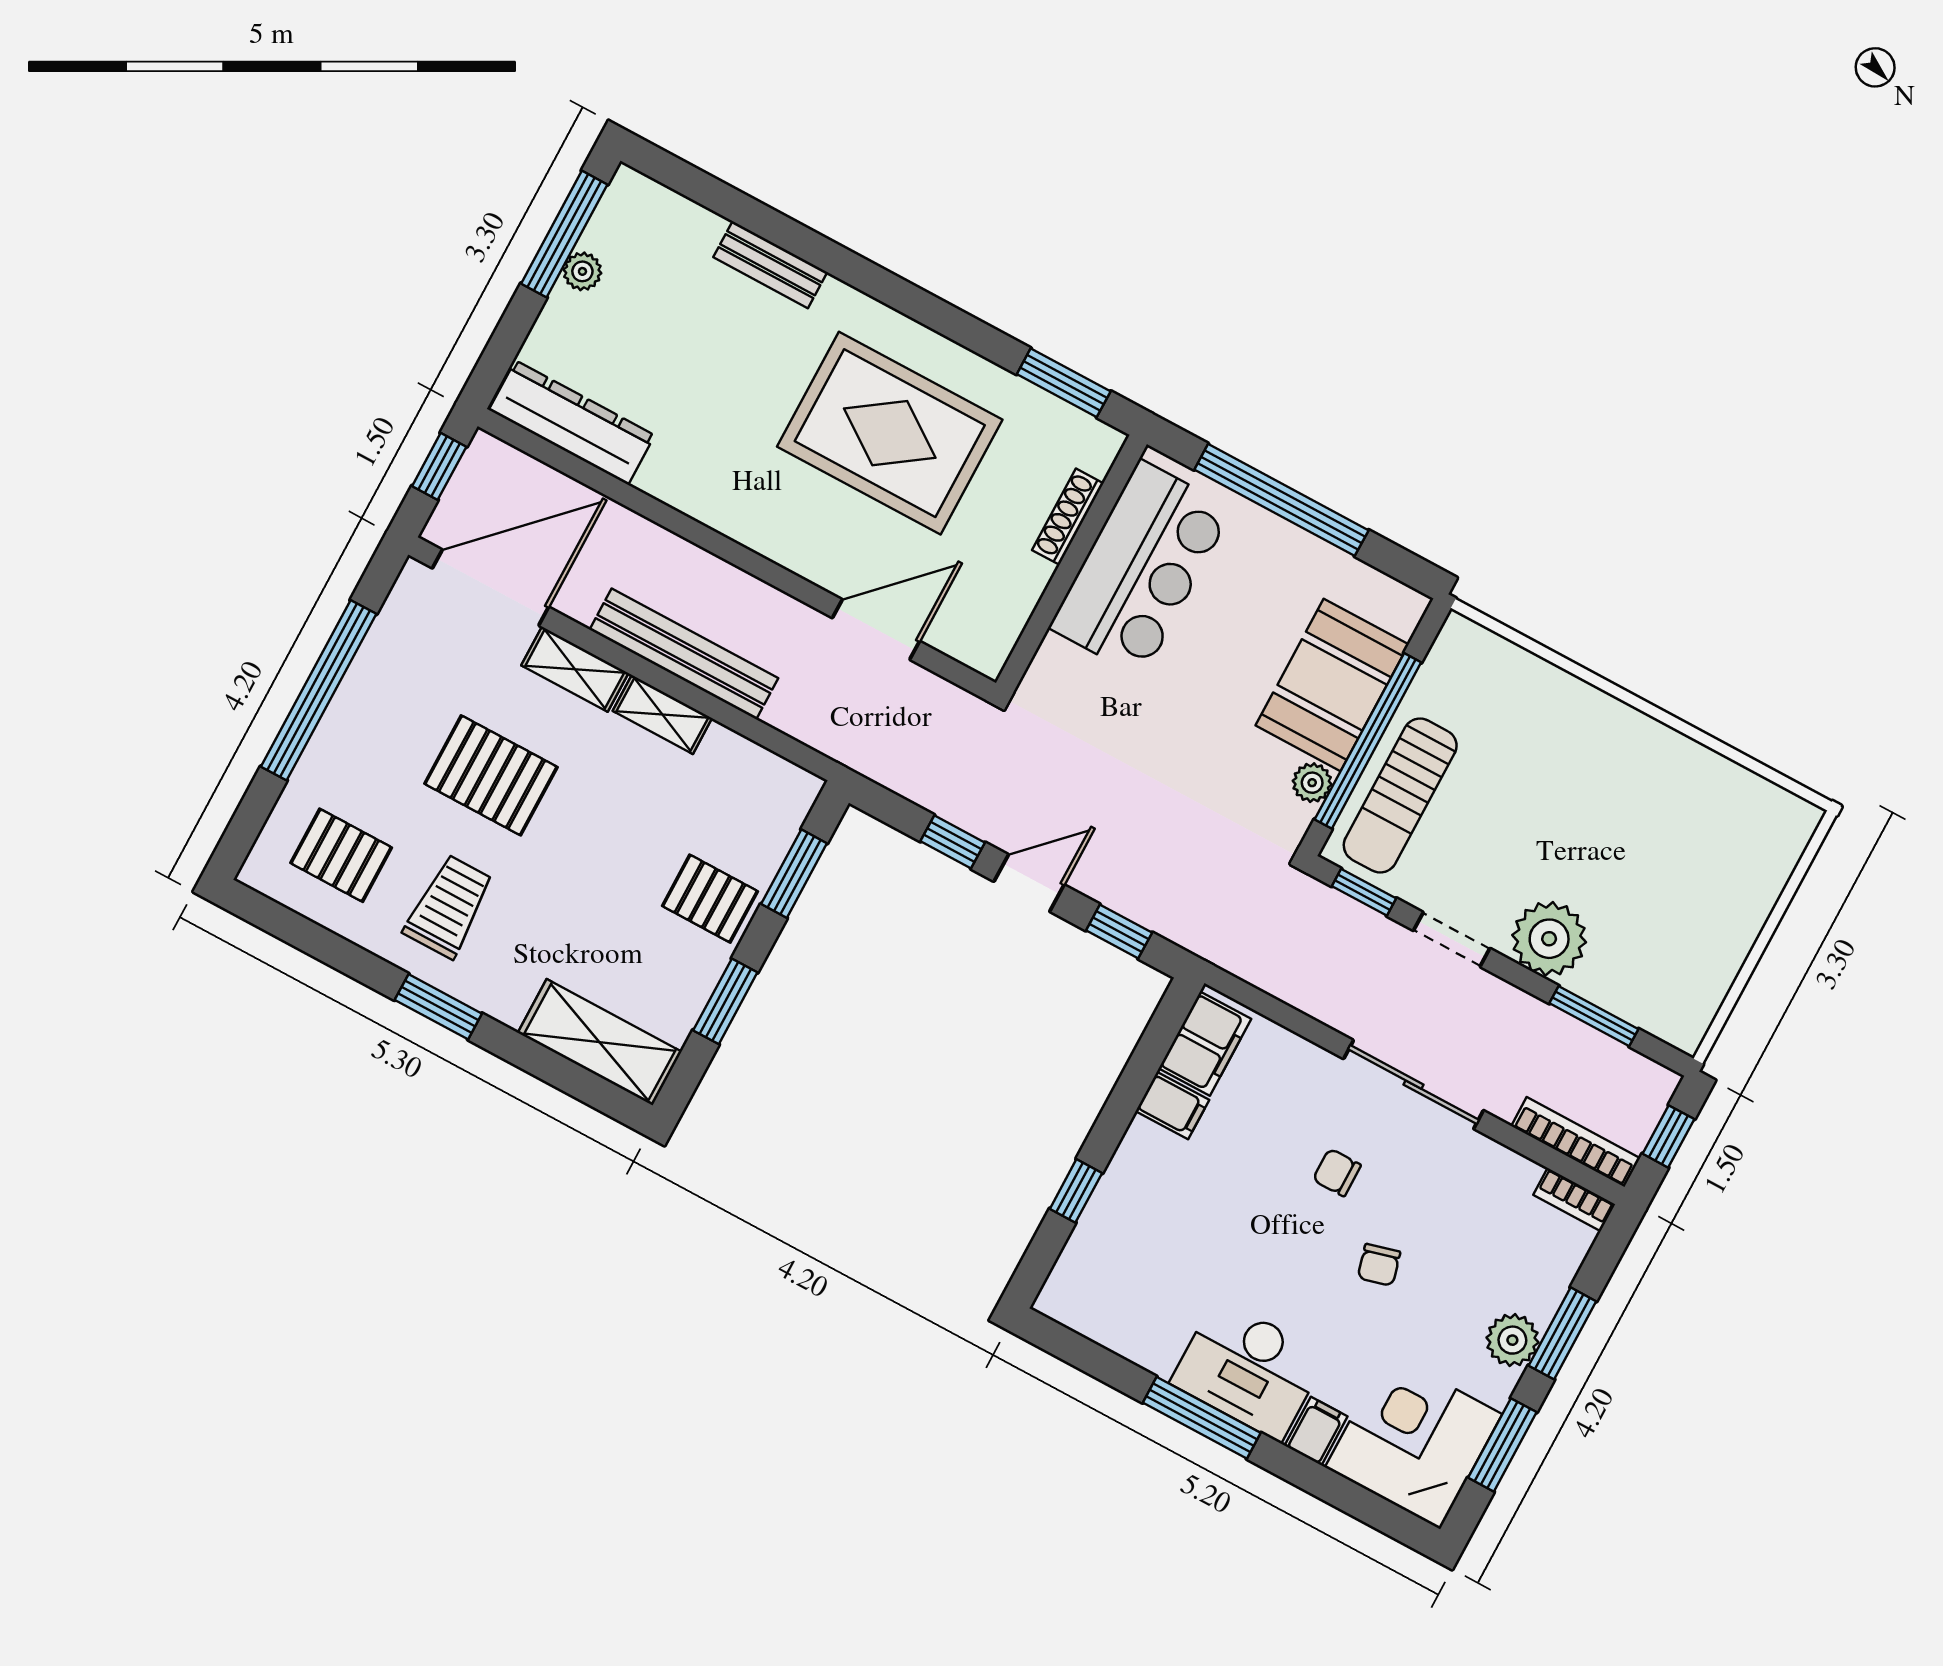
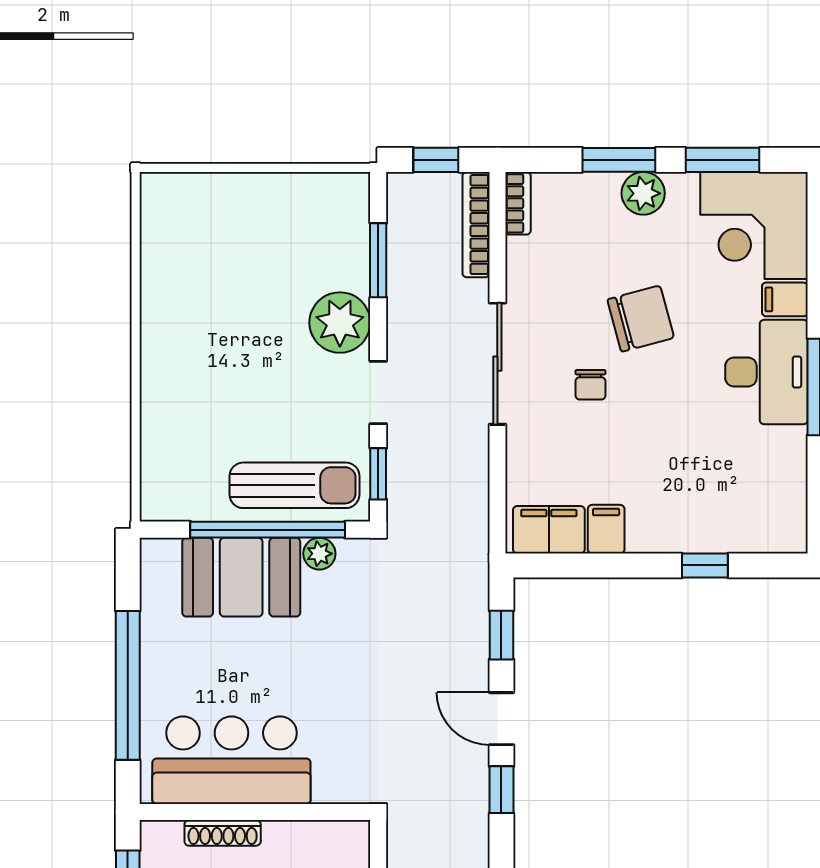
chair: (1379, 1265) -> (641, 319), width x1.87, depth x1.87

